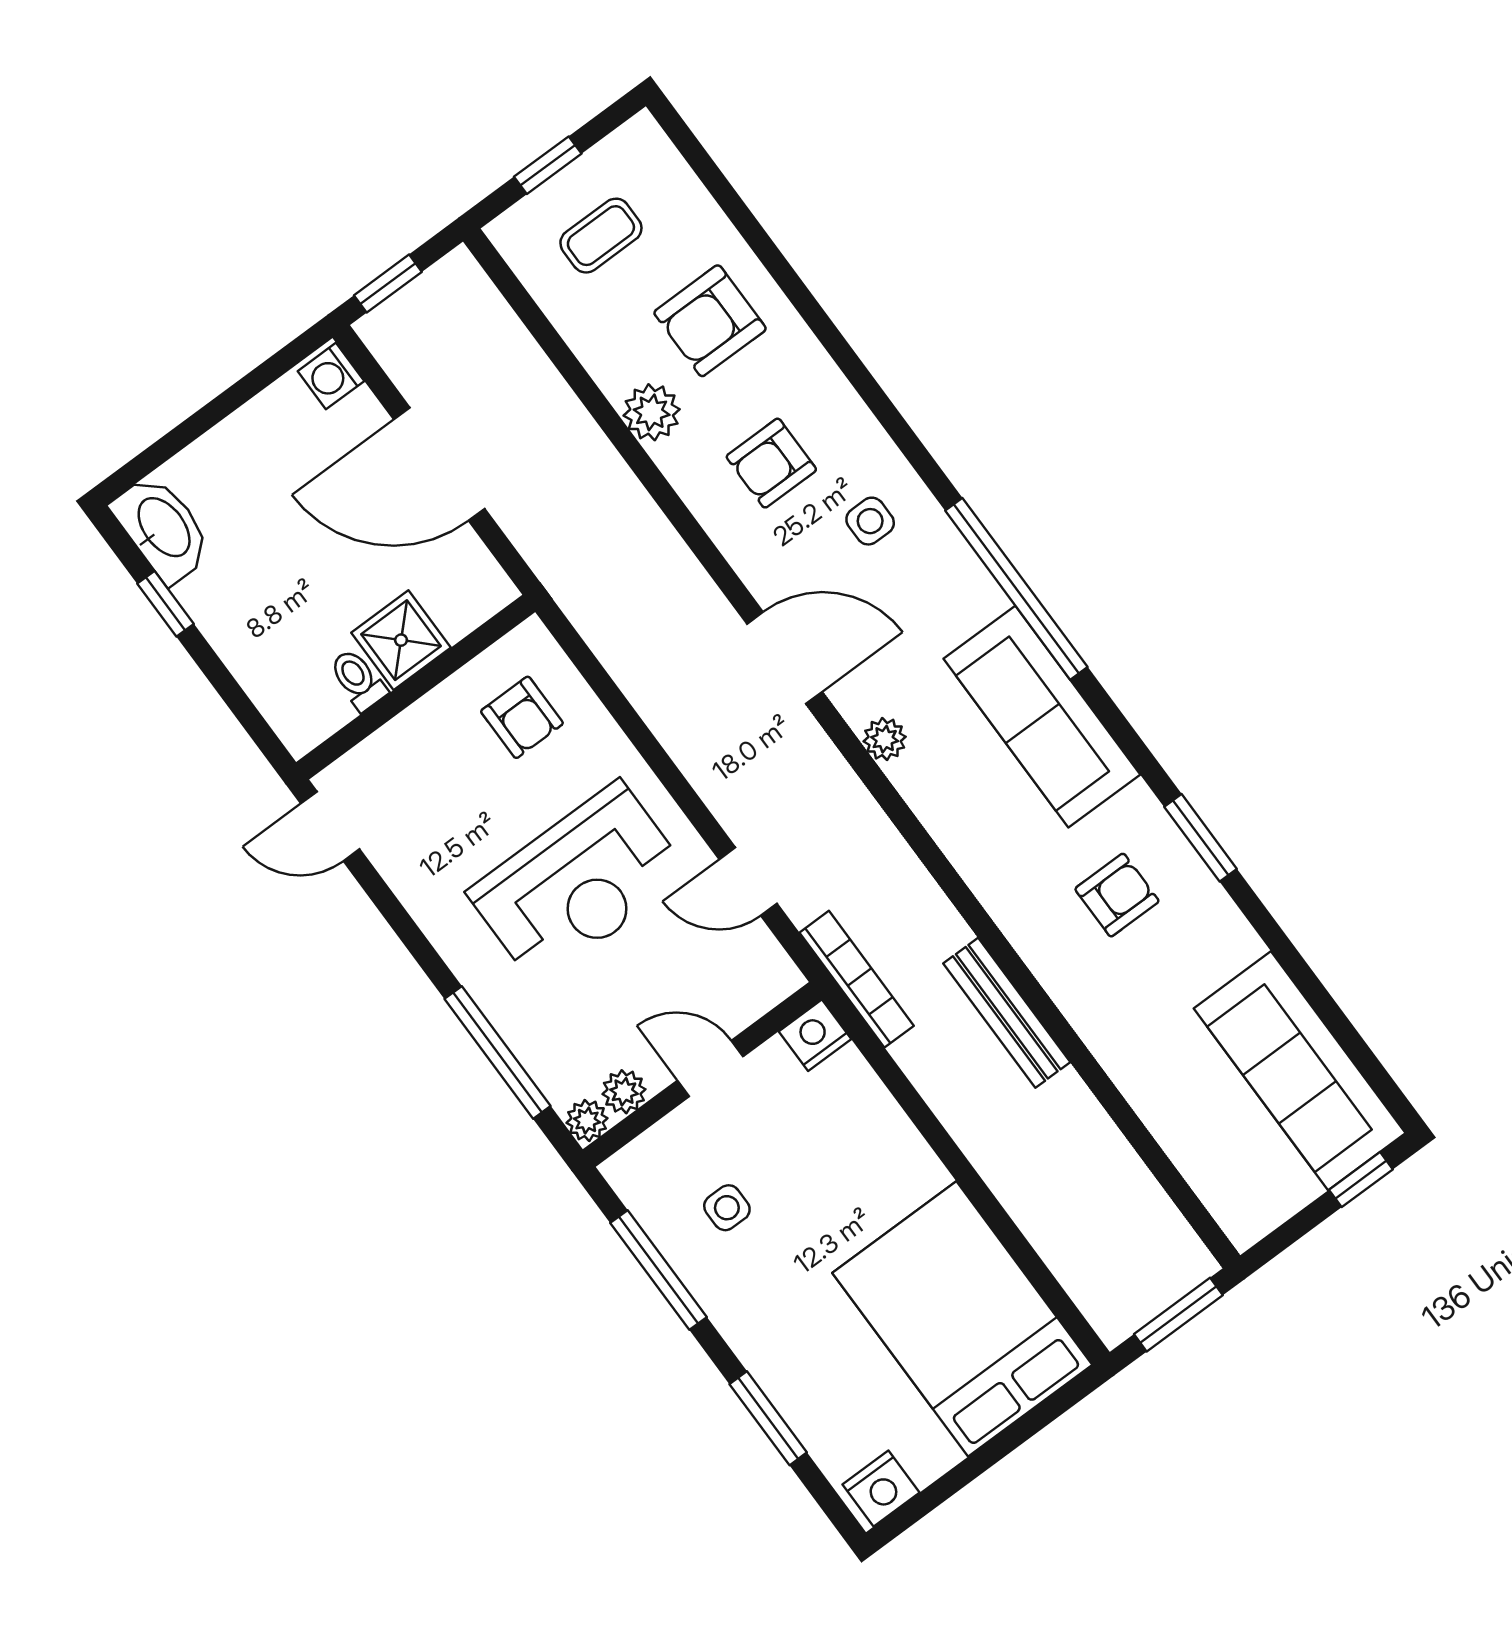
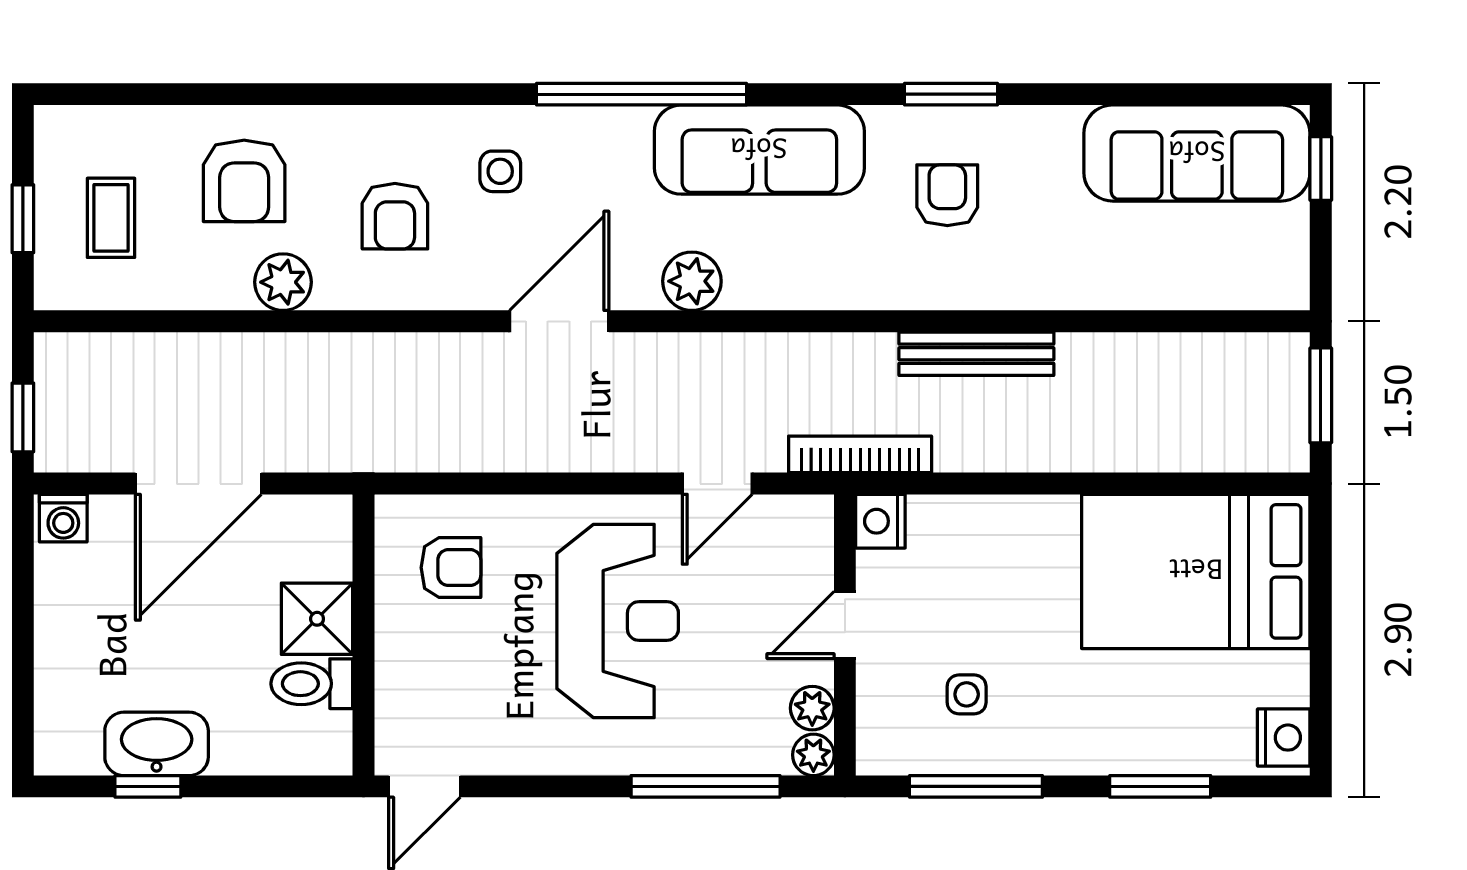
washbasin: (162, 528) -> (157, 744), moved
toilet: (358, 680) -> (312, 684), width x1.37, depth x1.39
plant: (885, 739) -> (692, 281), width x1.38, depth x1.38

